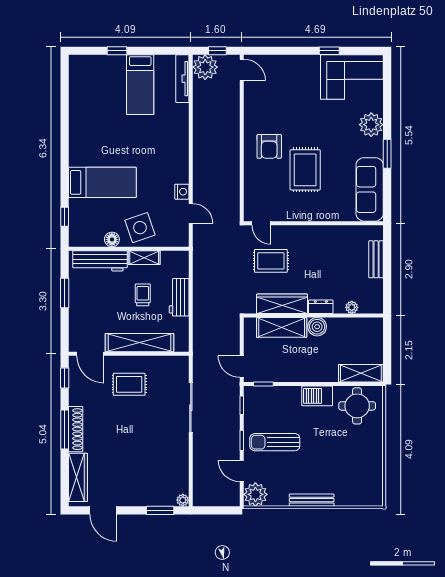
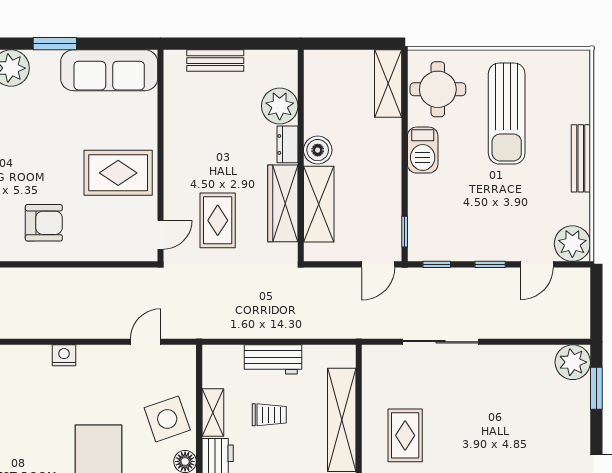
rug: (305, 170) -> (118, 173), moved
nightstand: (182, 192) -> (64, 355), moved
trolley: (143, 295) -> (269, 415), turned 180
plant: (352, 307) -> (280, 106), width x1.87, depth x1.87
sun lounger: (275, 442) -> (507, 114), moved, width x1.36, depth x1.34
plant: (183, 500) -> (573, 362), width x1.88, depth x1.88

